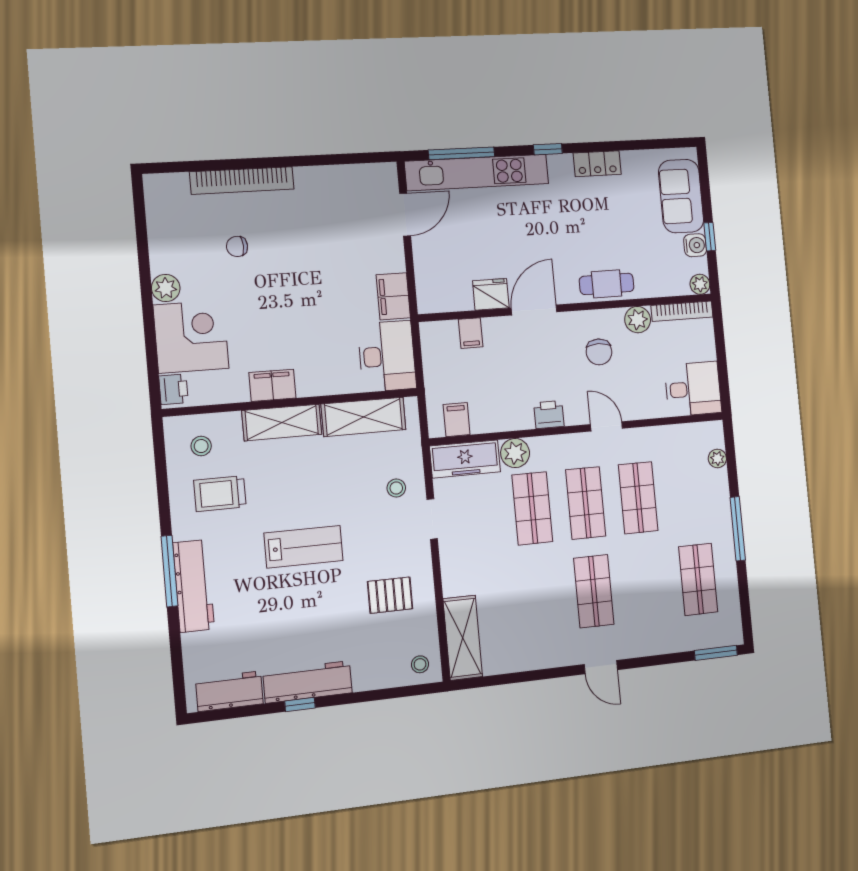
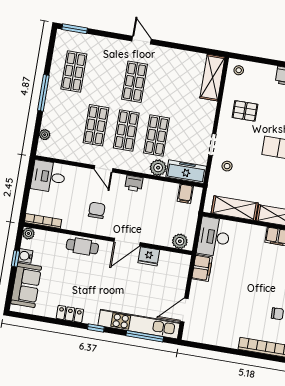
plant: (638, 320) -> (180, 241), moved
filing cabinet: (471, 333) -> (165, 238), removed

